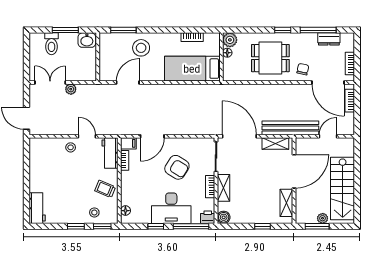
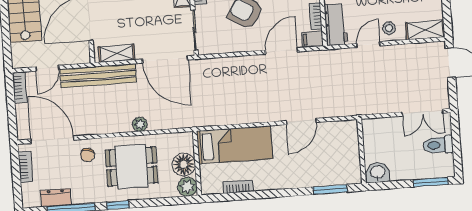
window: (65, 30) -> (431, 182), moved
toilet: (51, 44) -> (438, 145), moved, turned -90
stool: (141, 48) -> (305, 167), removed
floor lamp: (227, 53) -> (184, 164), width x1.89, depth x1.89
door: (128, 82) -> (301, 121), moved
plant: (71, 89) -> (140, 124), moved
bookcase: (350, 101) -> (20, 87), moved
door: (87, 136) -> (368, 45), swing flipped
shelving: (44, 144) -> (425, 30), added

